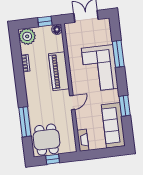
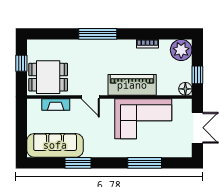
corner sofa: (100, 68) -> (143, 119), moved, turned 180
window: (25, 122) -> (98, 34), moved
dining table: (47, 140) -> (48, 77), moved
fireplace: (83, 140) -> (56, 104), moved

